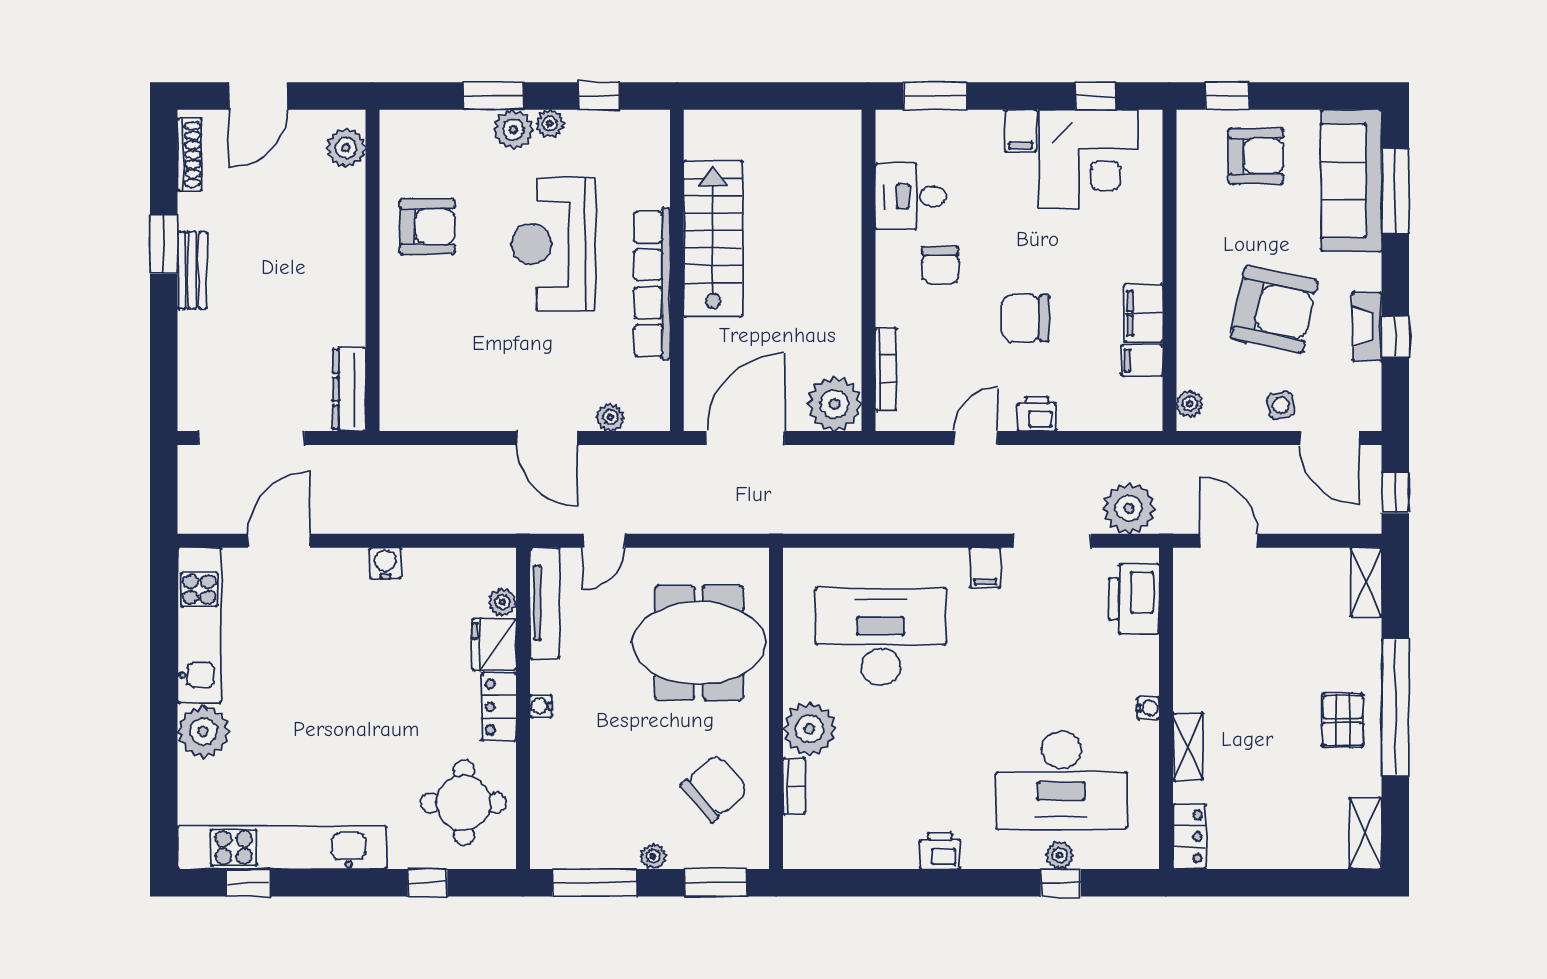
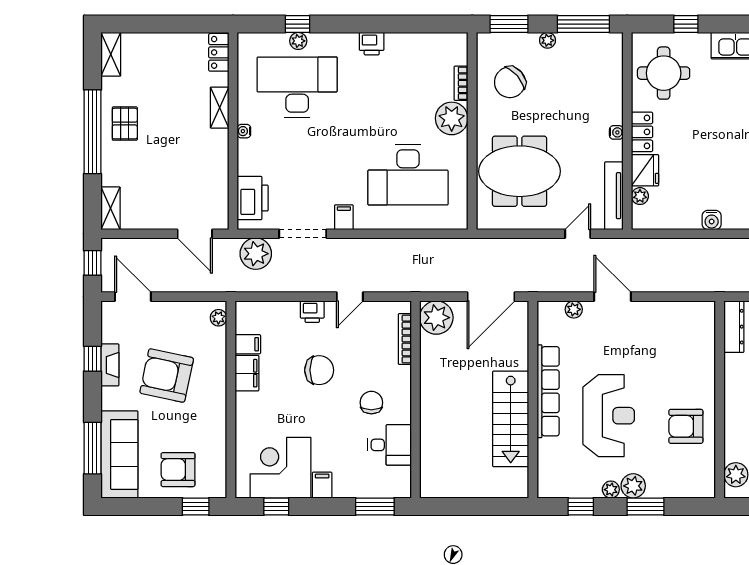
side table: (1281, 405) -> (163, 317), removed

